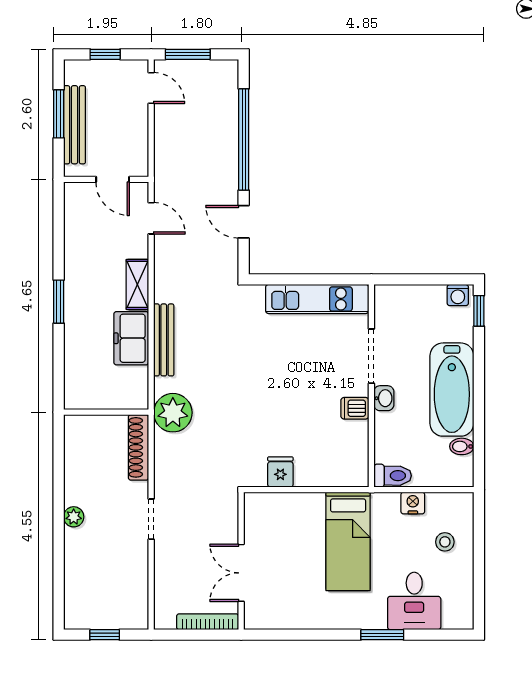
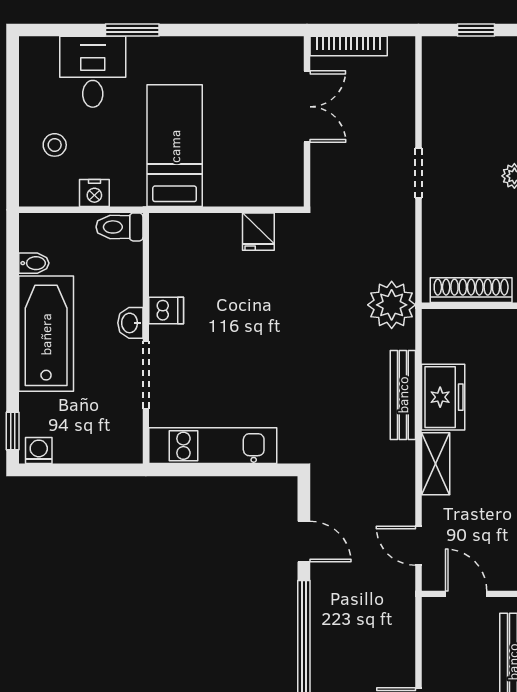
shoe rack: (138, 447) -> (471, 290), moved, turned -90

